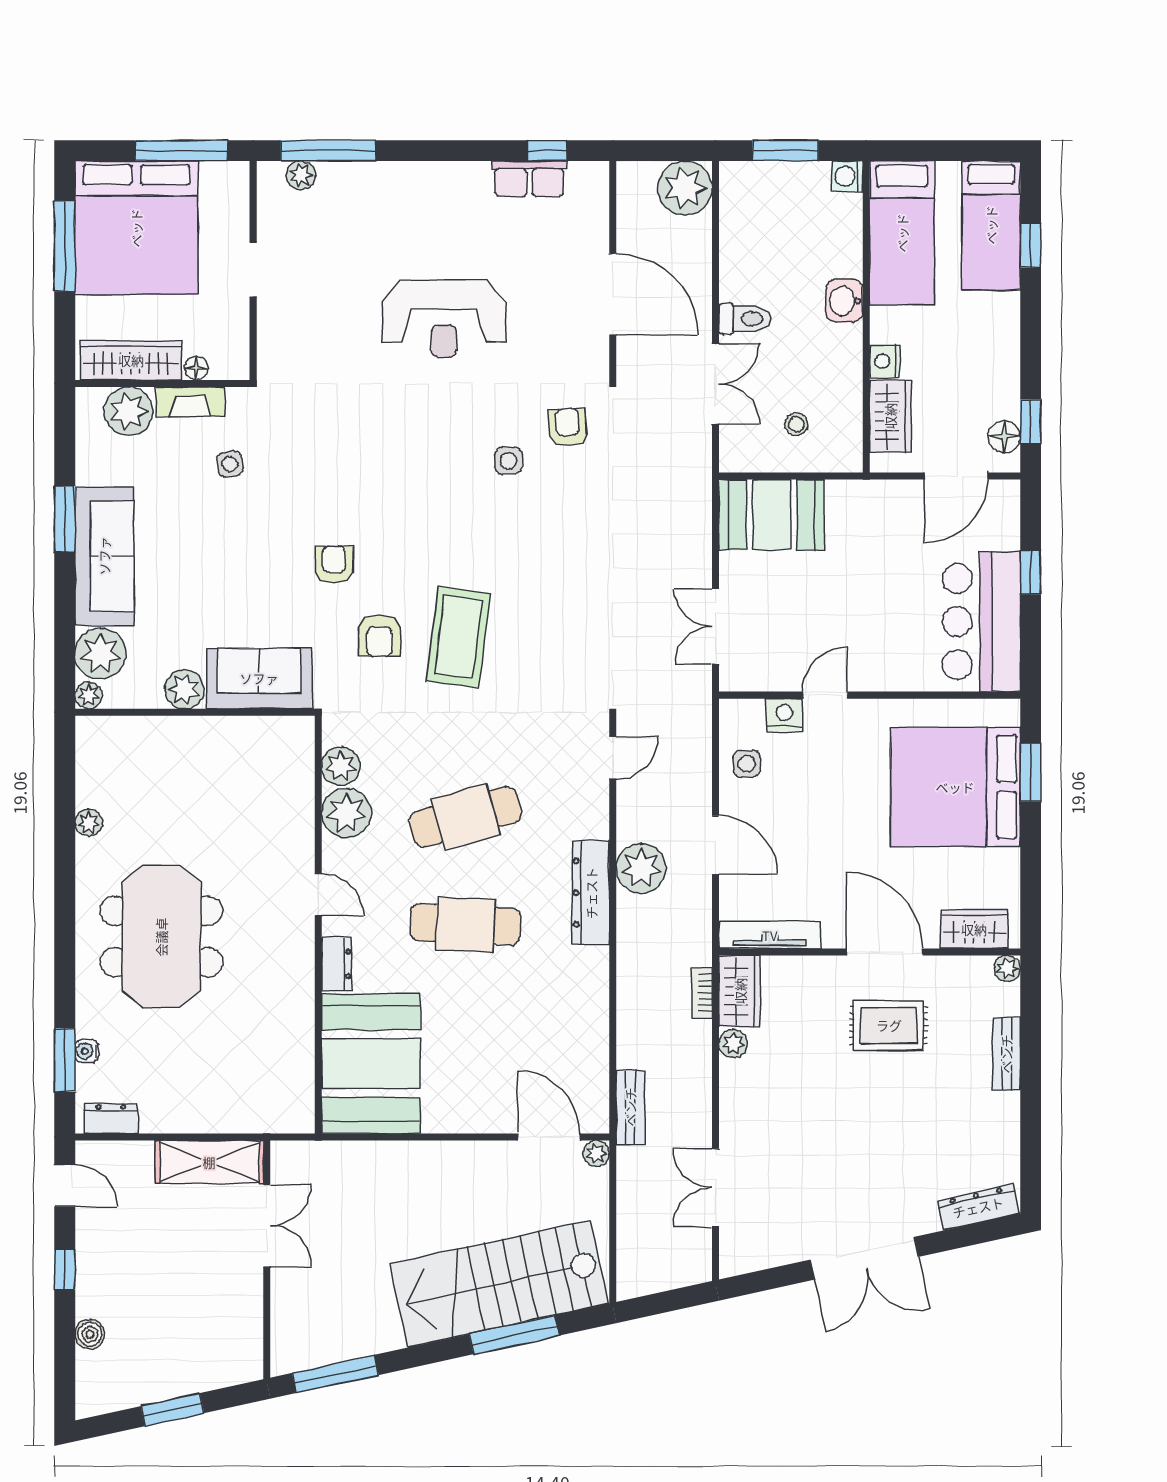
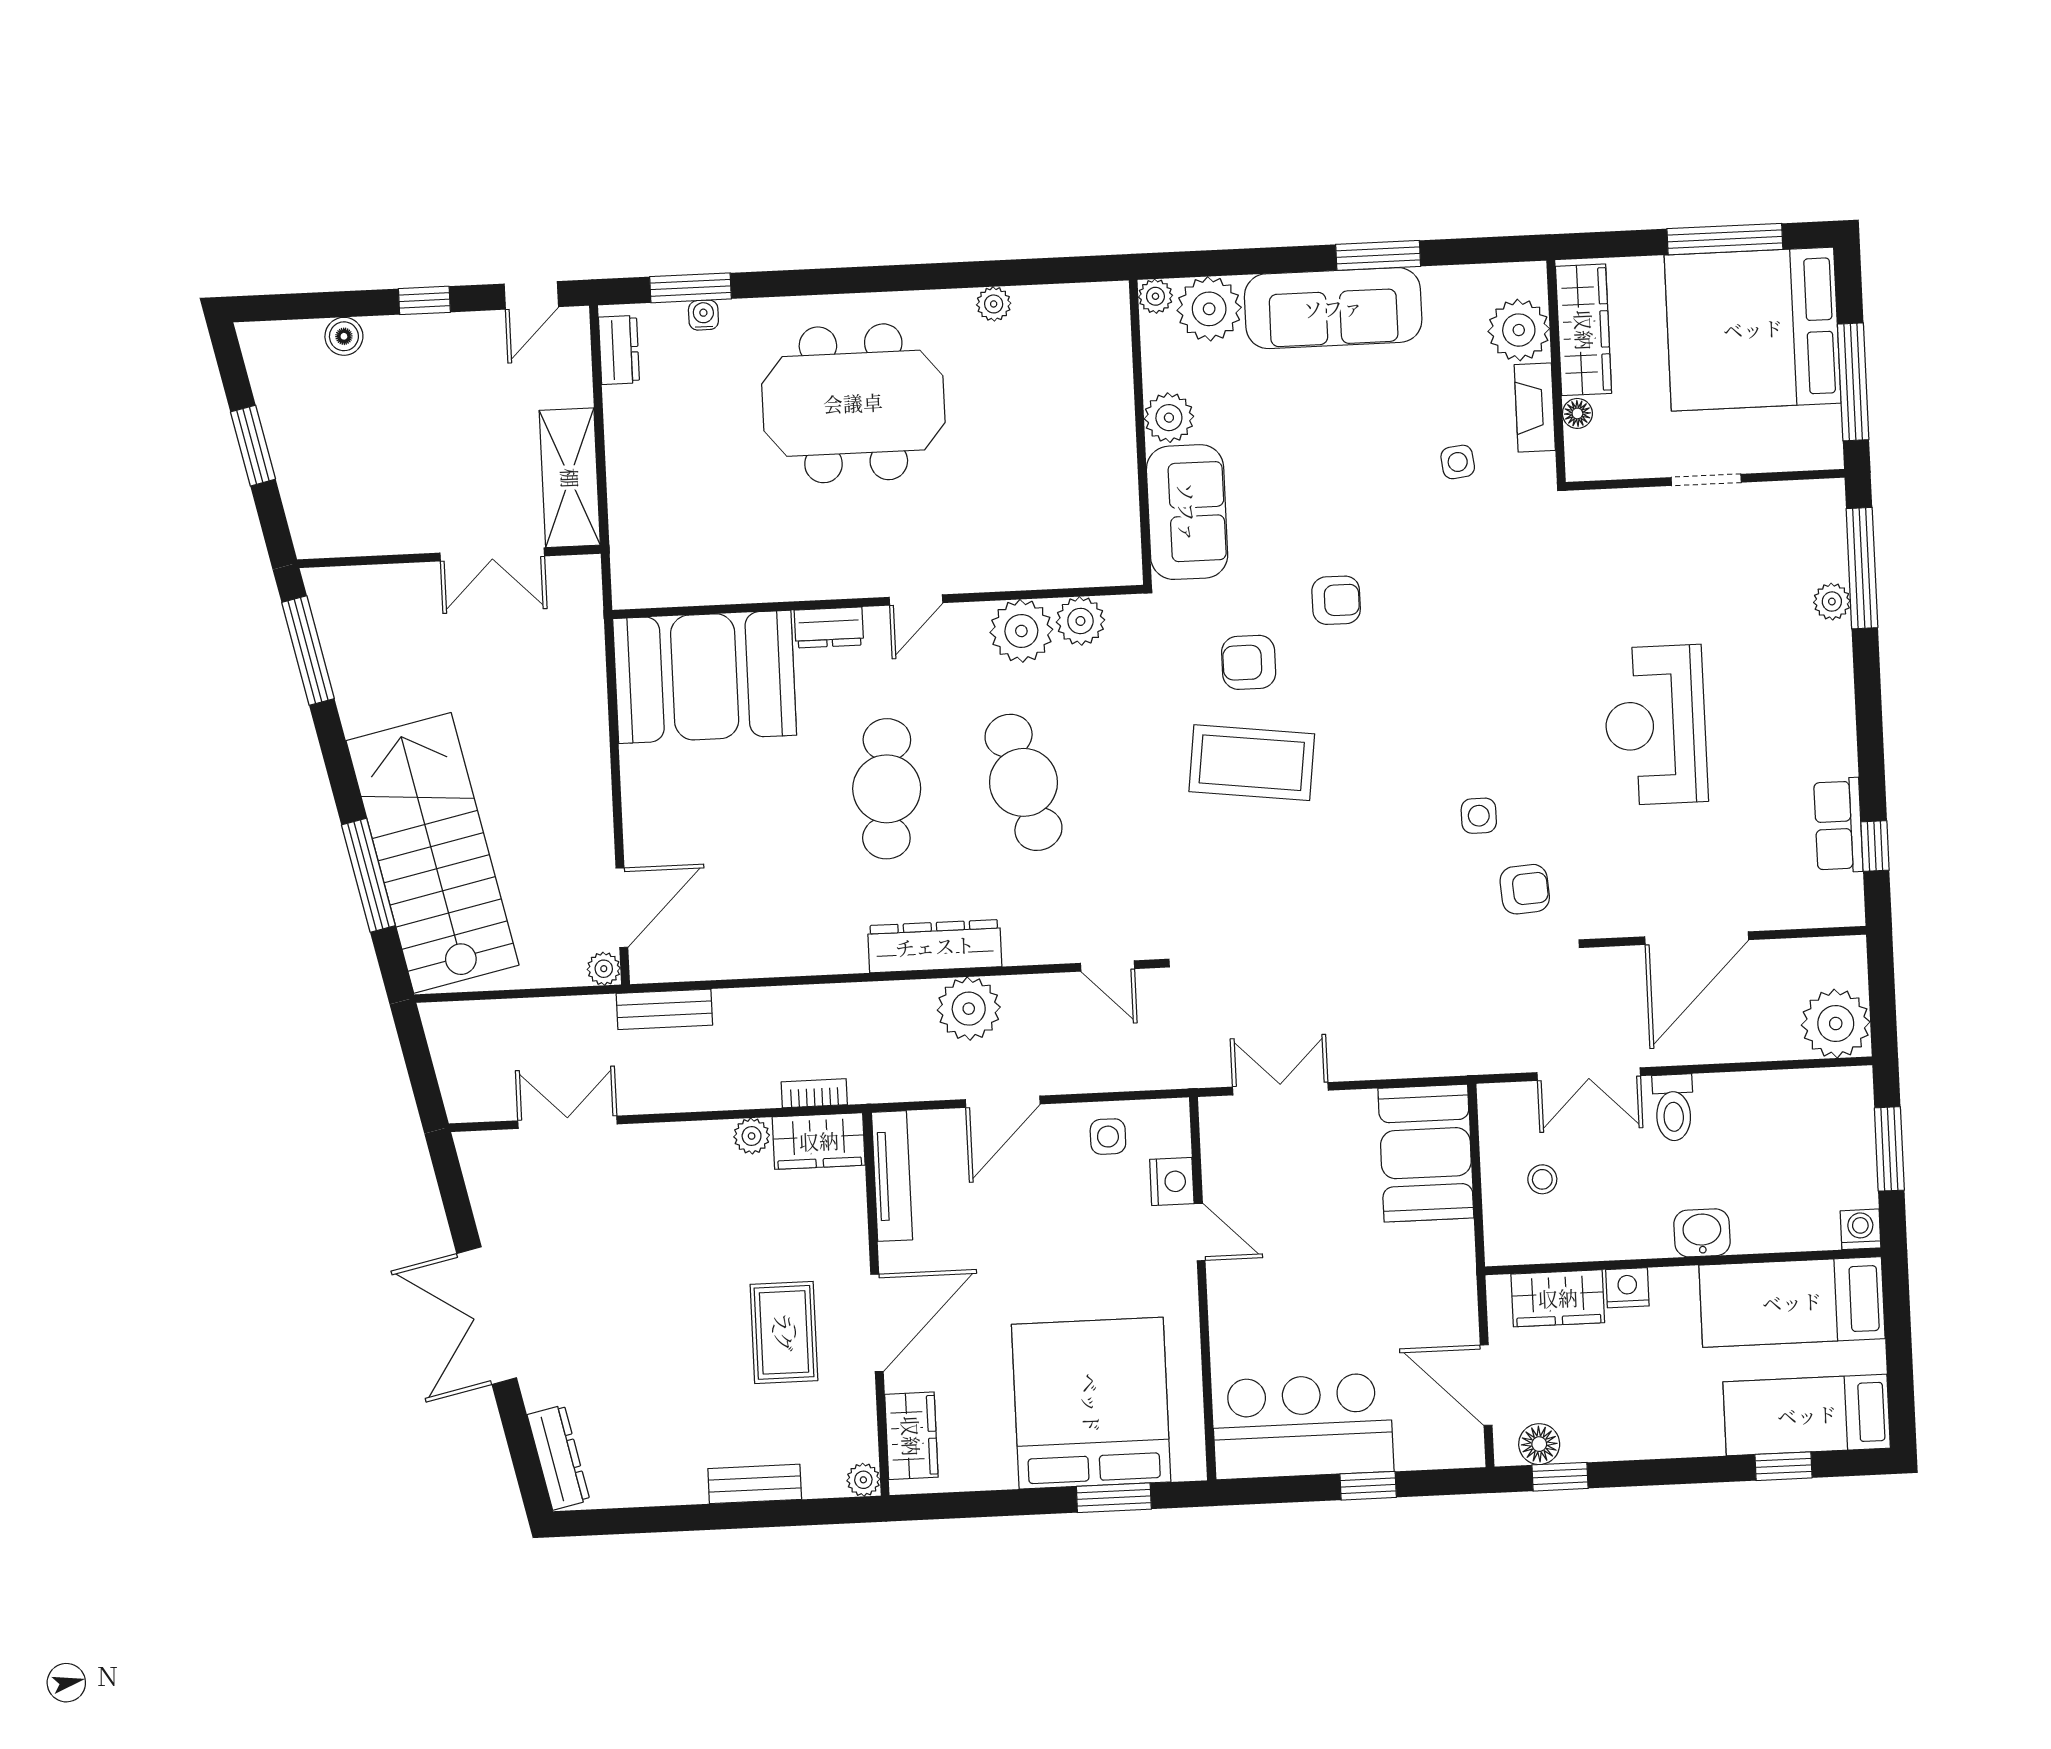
plant: (301, 175) -> (1832, 602), moved

